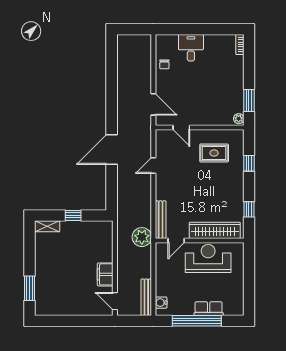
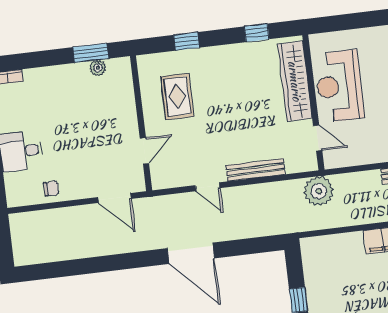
door: (153, 104) -> (114, 198), swing flipped
plant: (239, 119) -> (98, 68), moved
bench: (161, 220) -> (255, 170), moved

